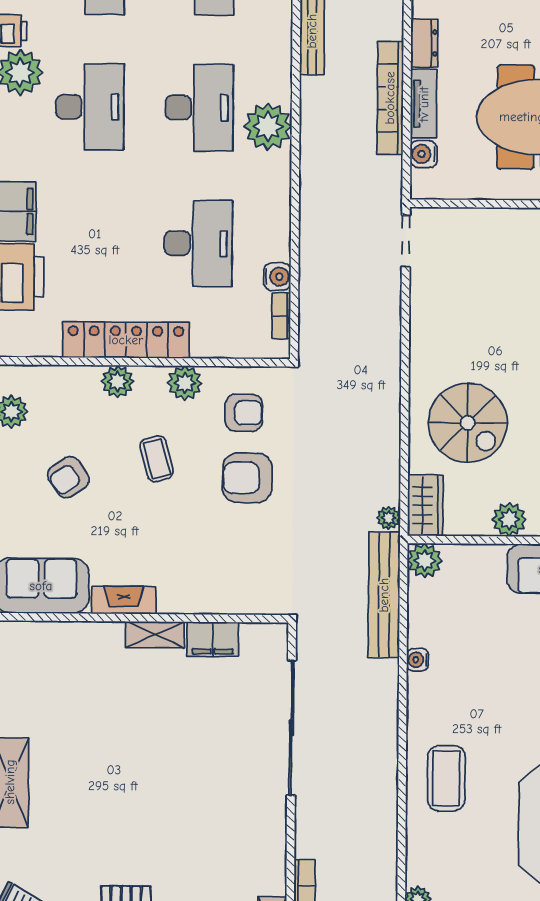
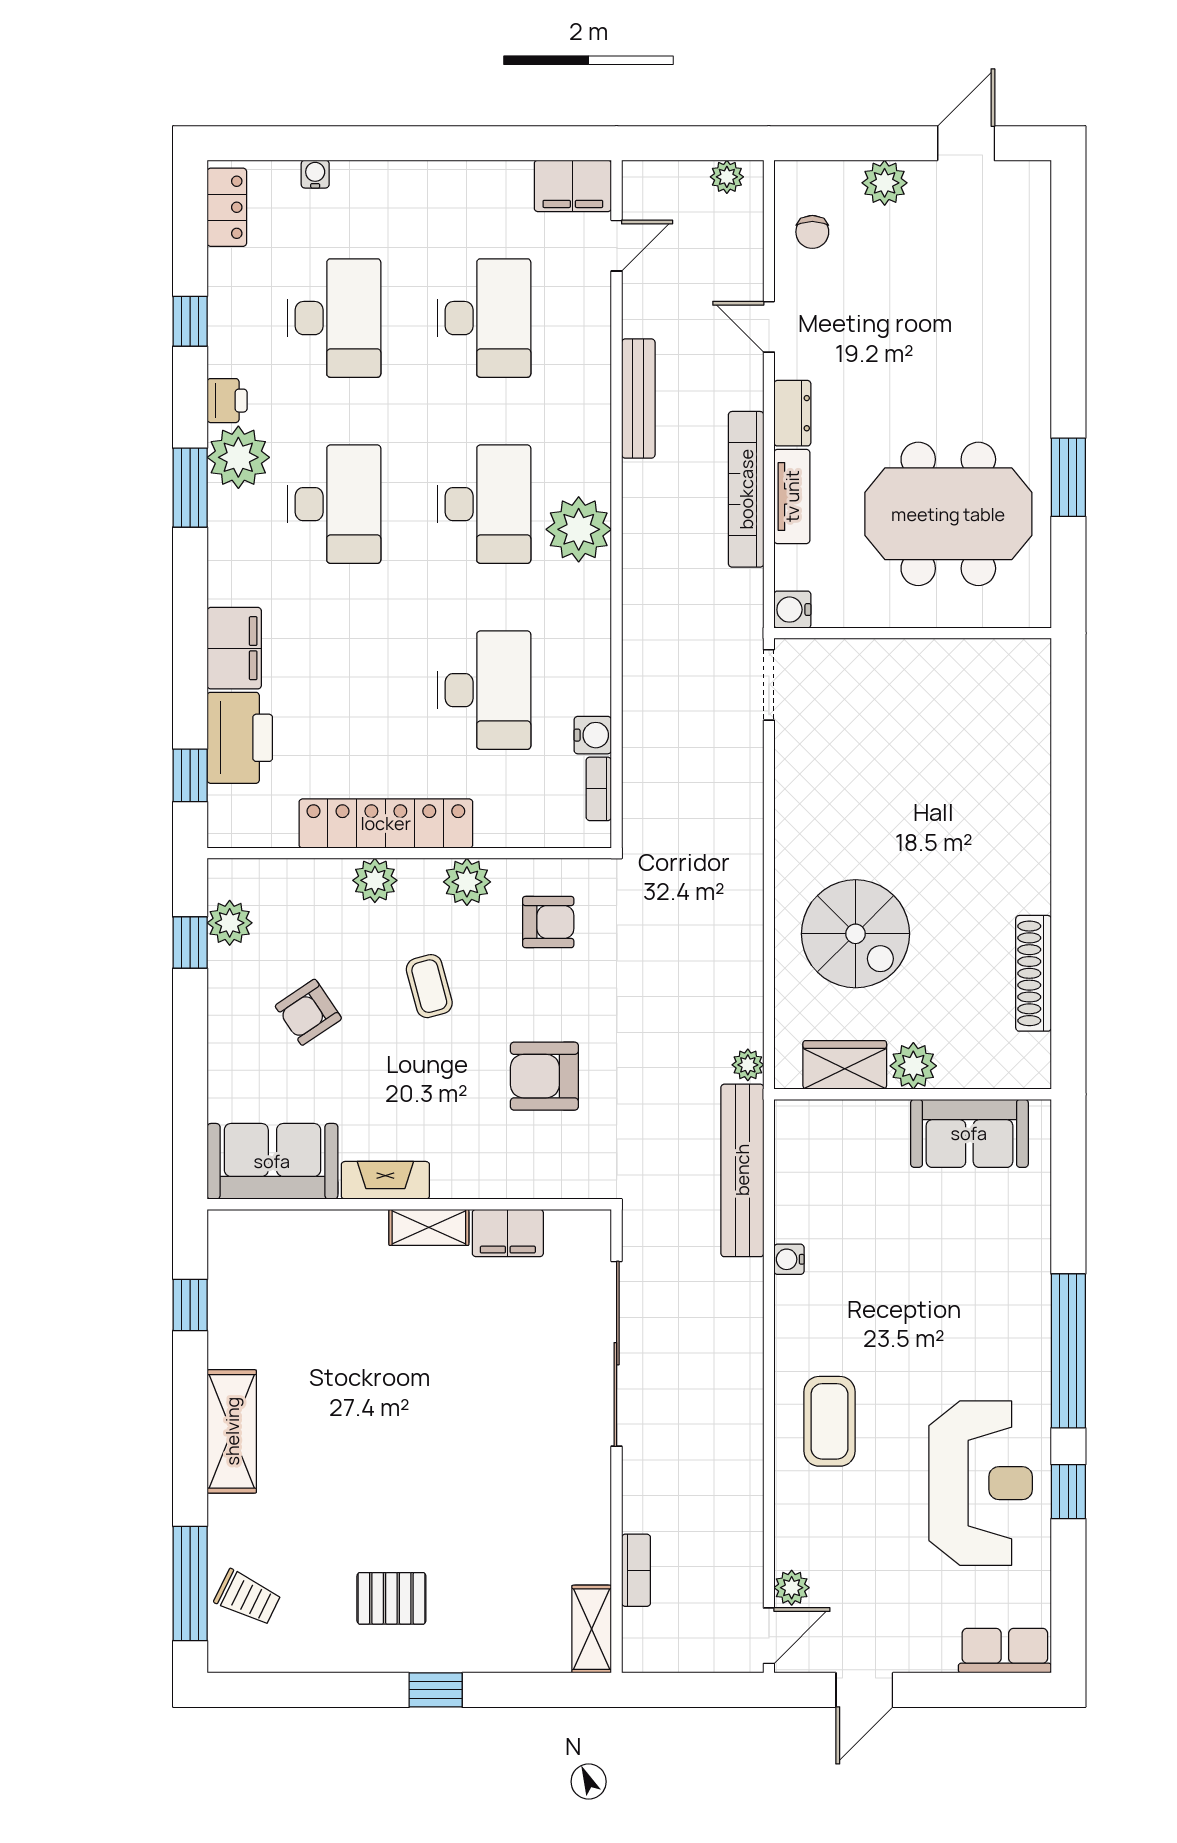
water cooler: (424, 154) -> (792, 610), moved
armchair: (247, 478) -> (544, 1076), moved
wardrobe: (425, 505) -> (845, 1065), moved, turned -90
plant: (425, 561) -> (798, 1123), removed

